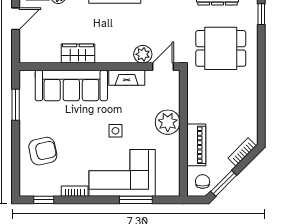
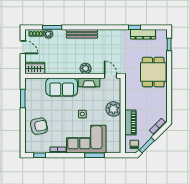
door: (16, 19) -> (23, 47), hinge flipped
dining table: (221, 48) -> (153, 72), moved, turned 90
wardrobe: (78, 54) -> (35, 68), moved
plant: (143, 54) -> (86, 68), moved
door: (163, 67) -> (111, 76), hinge flipped
sofa: (71, 85) -> (62, 87), width x0.73

